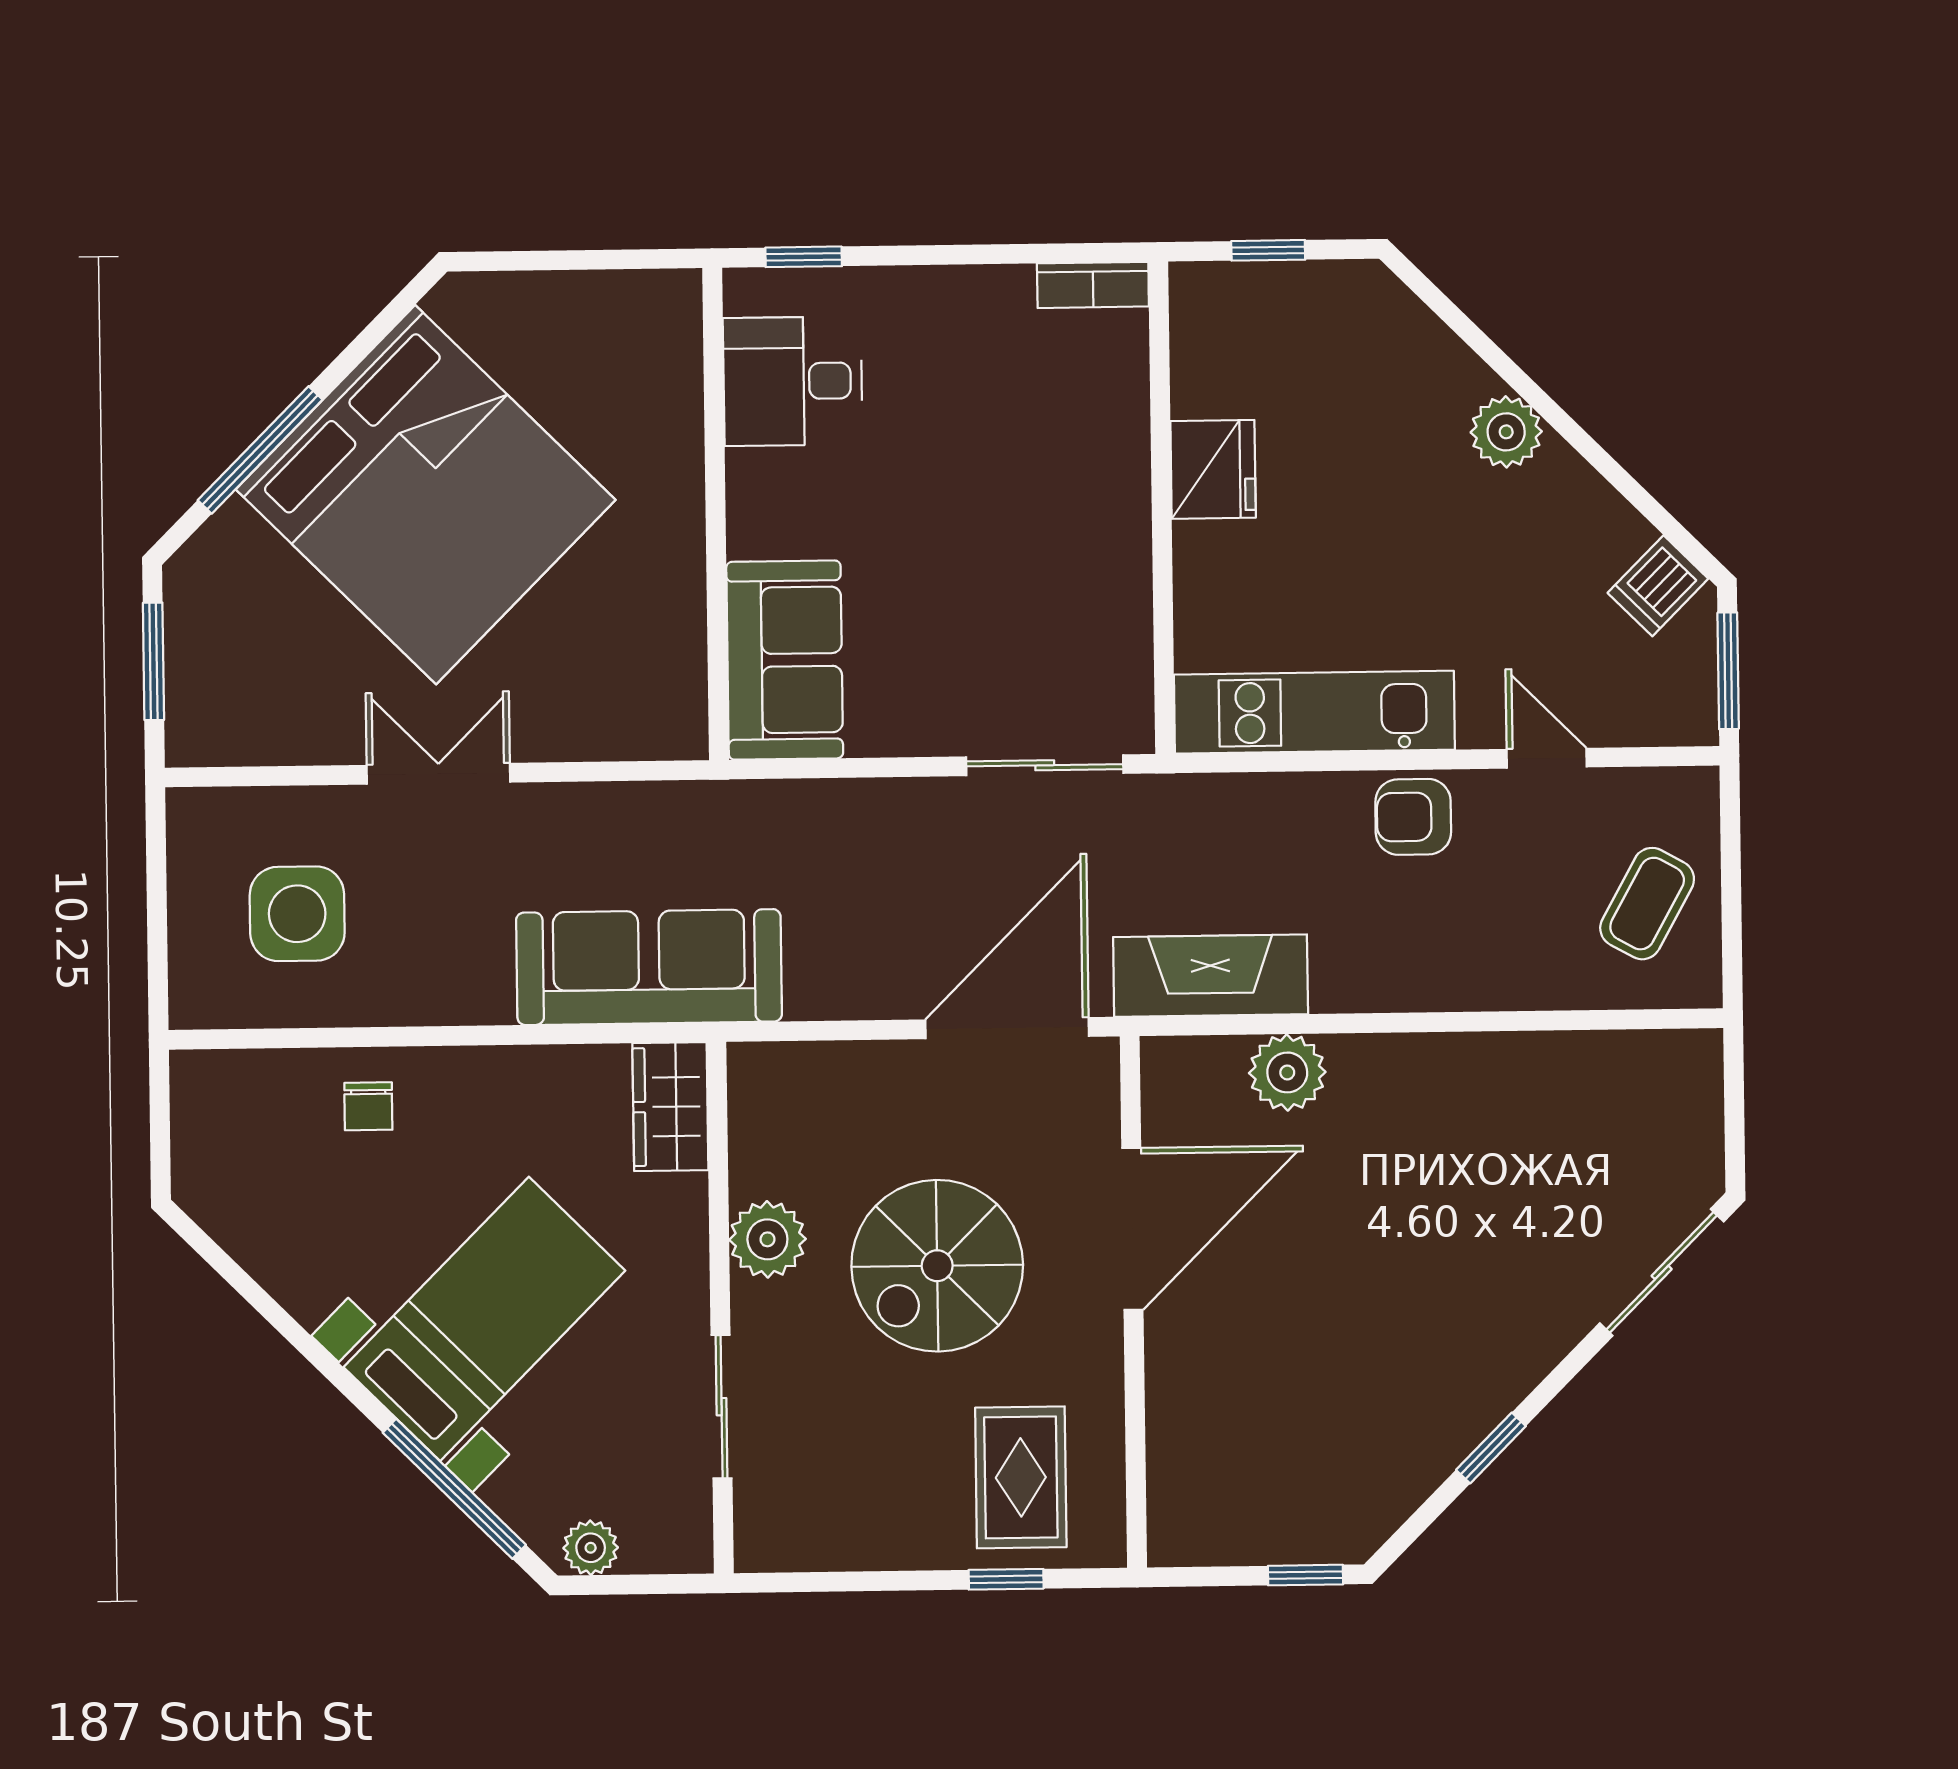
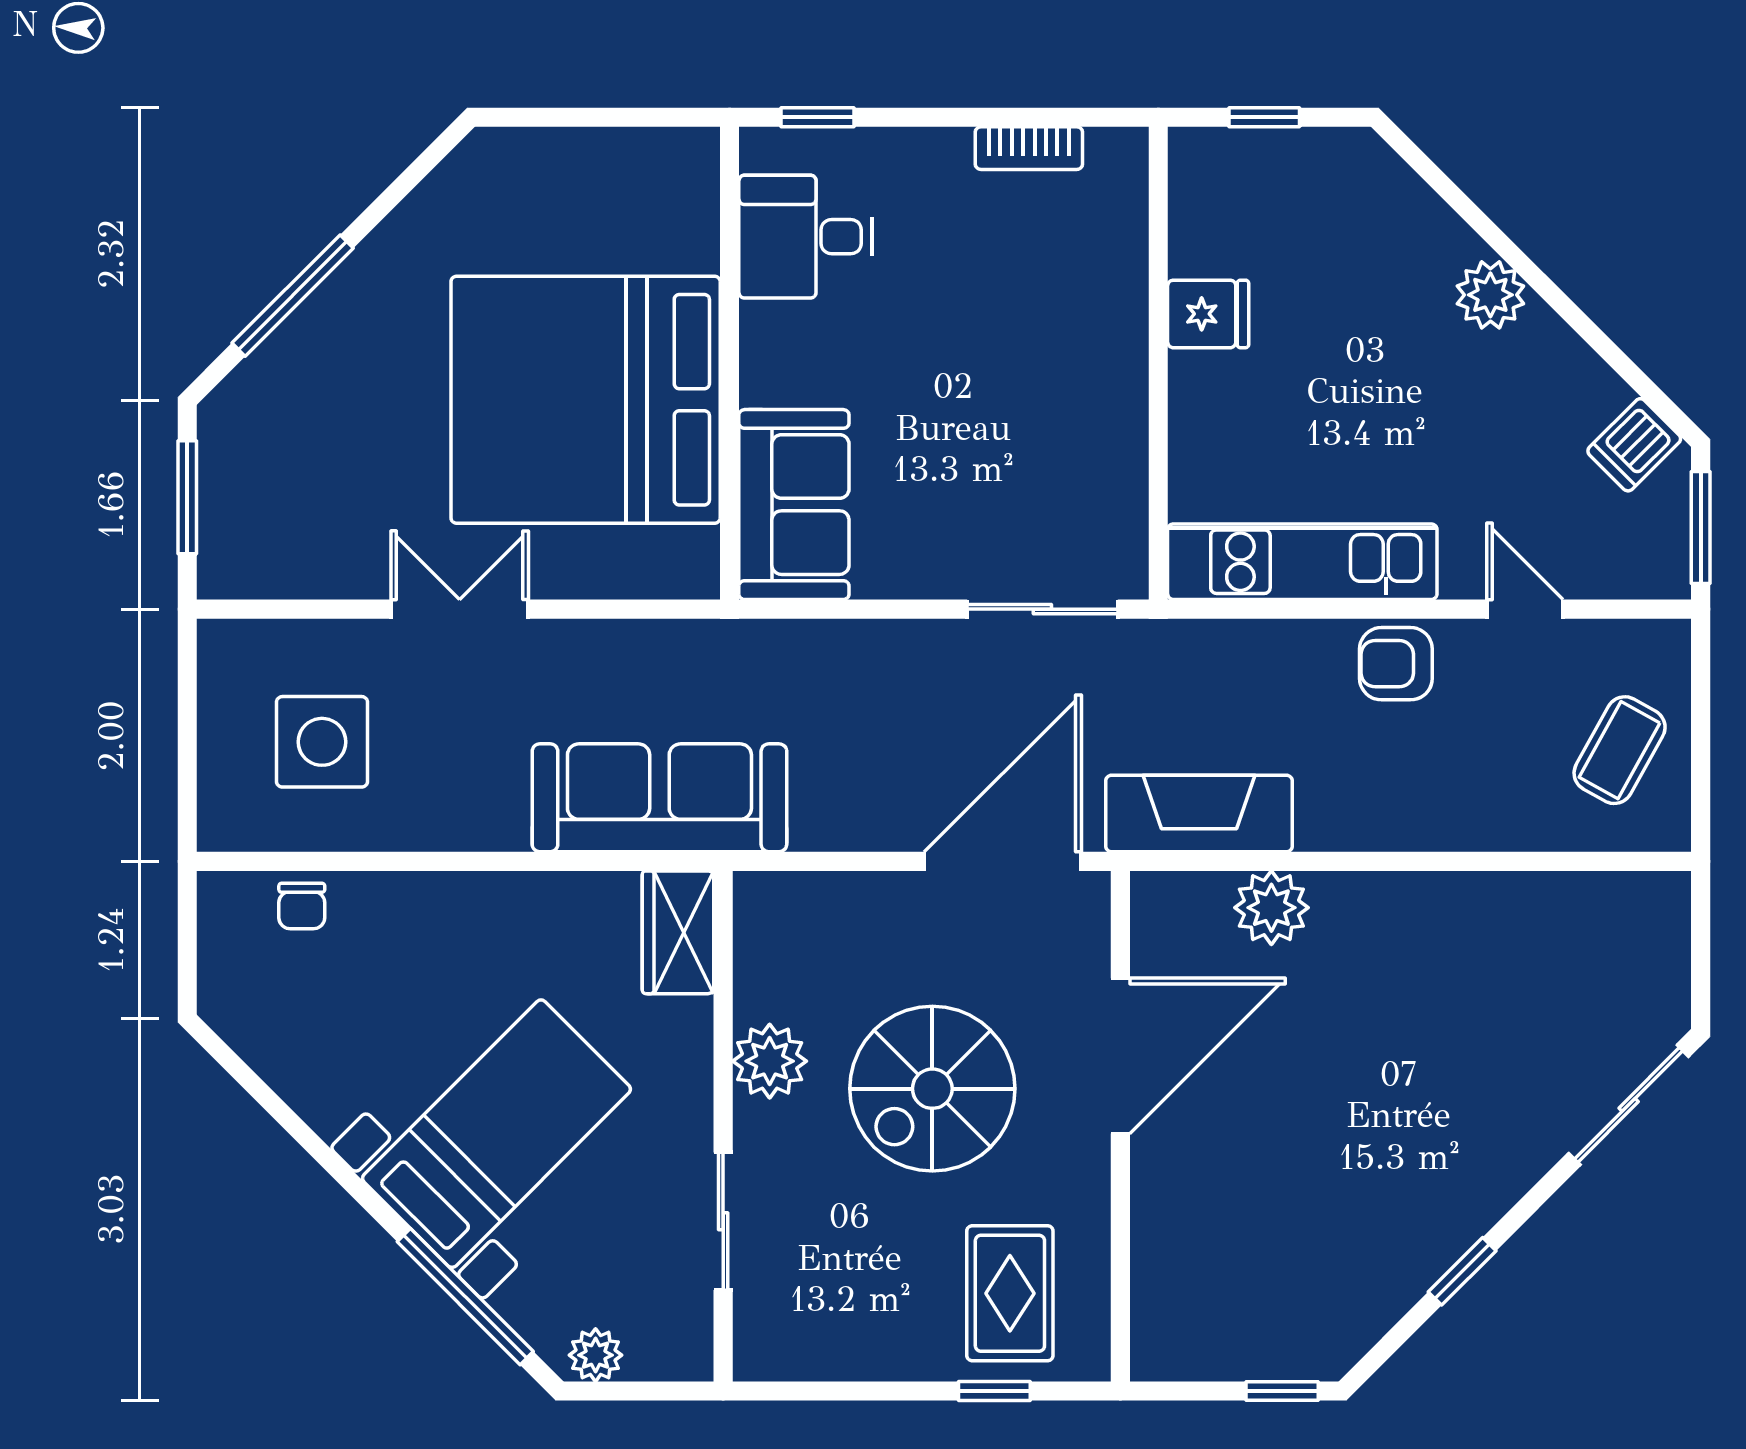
bookcase: (1093, 285) -> (1029, 148), moved
fridge: (1213, 469) -> (1208, 314), width x0.72
bed: (426, 495) -> (586, 400), moved, turned 135
chair: (368, 1106) -> (302, 906), moved

